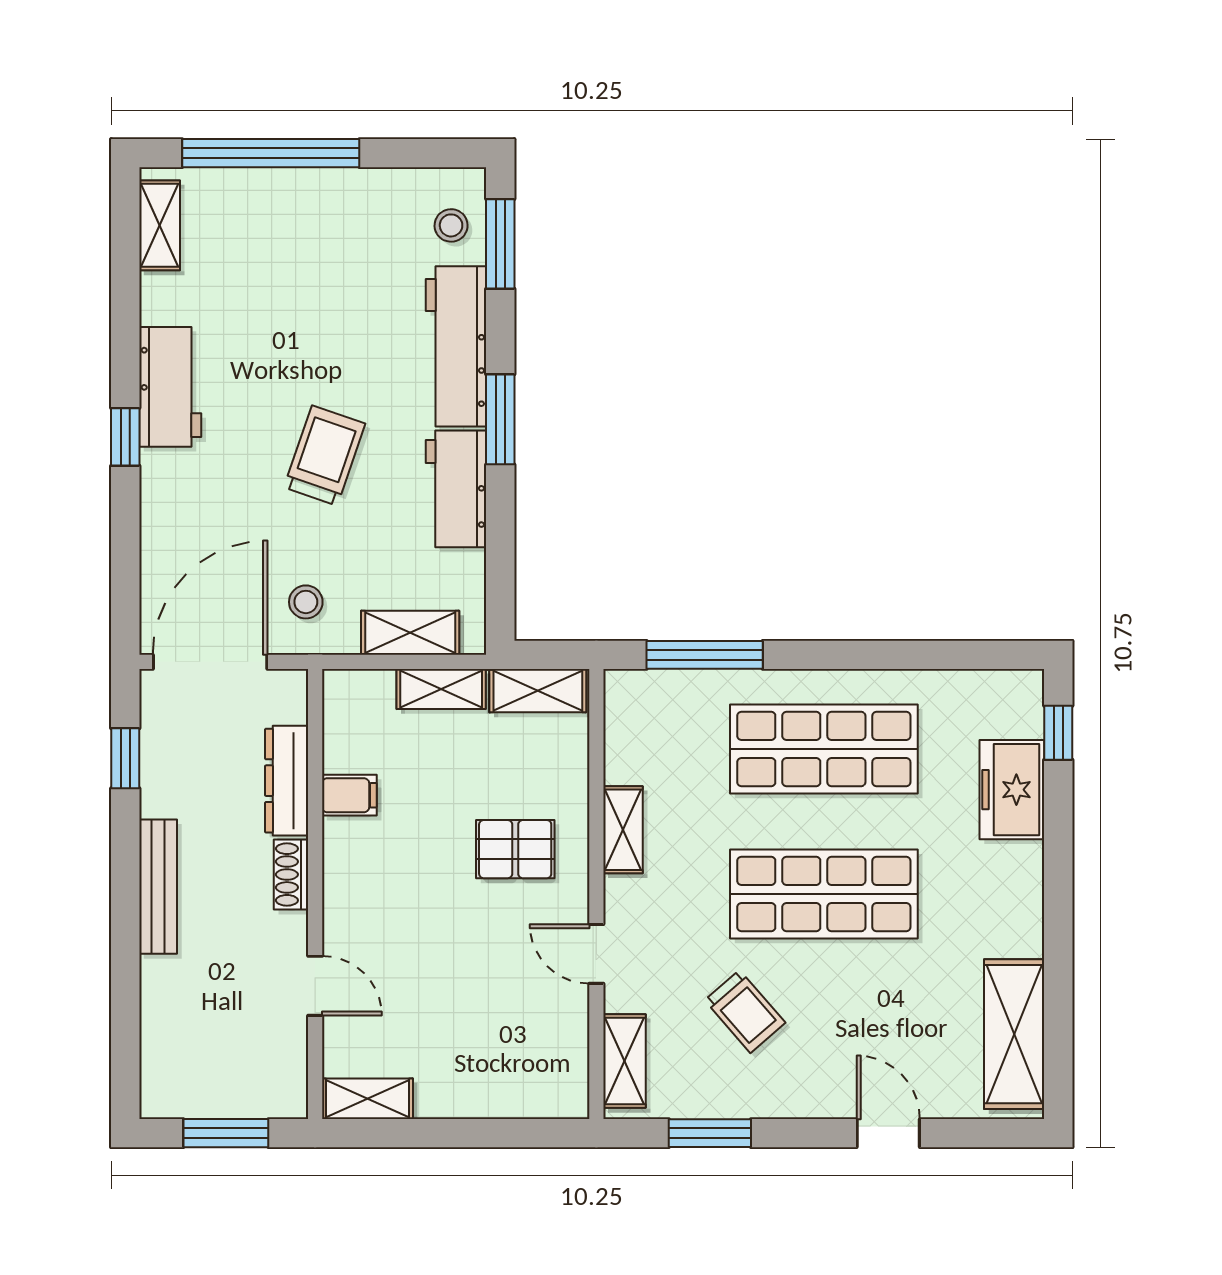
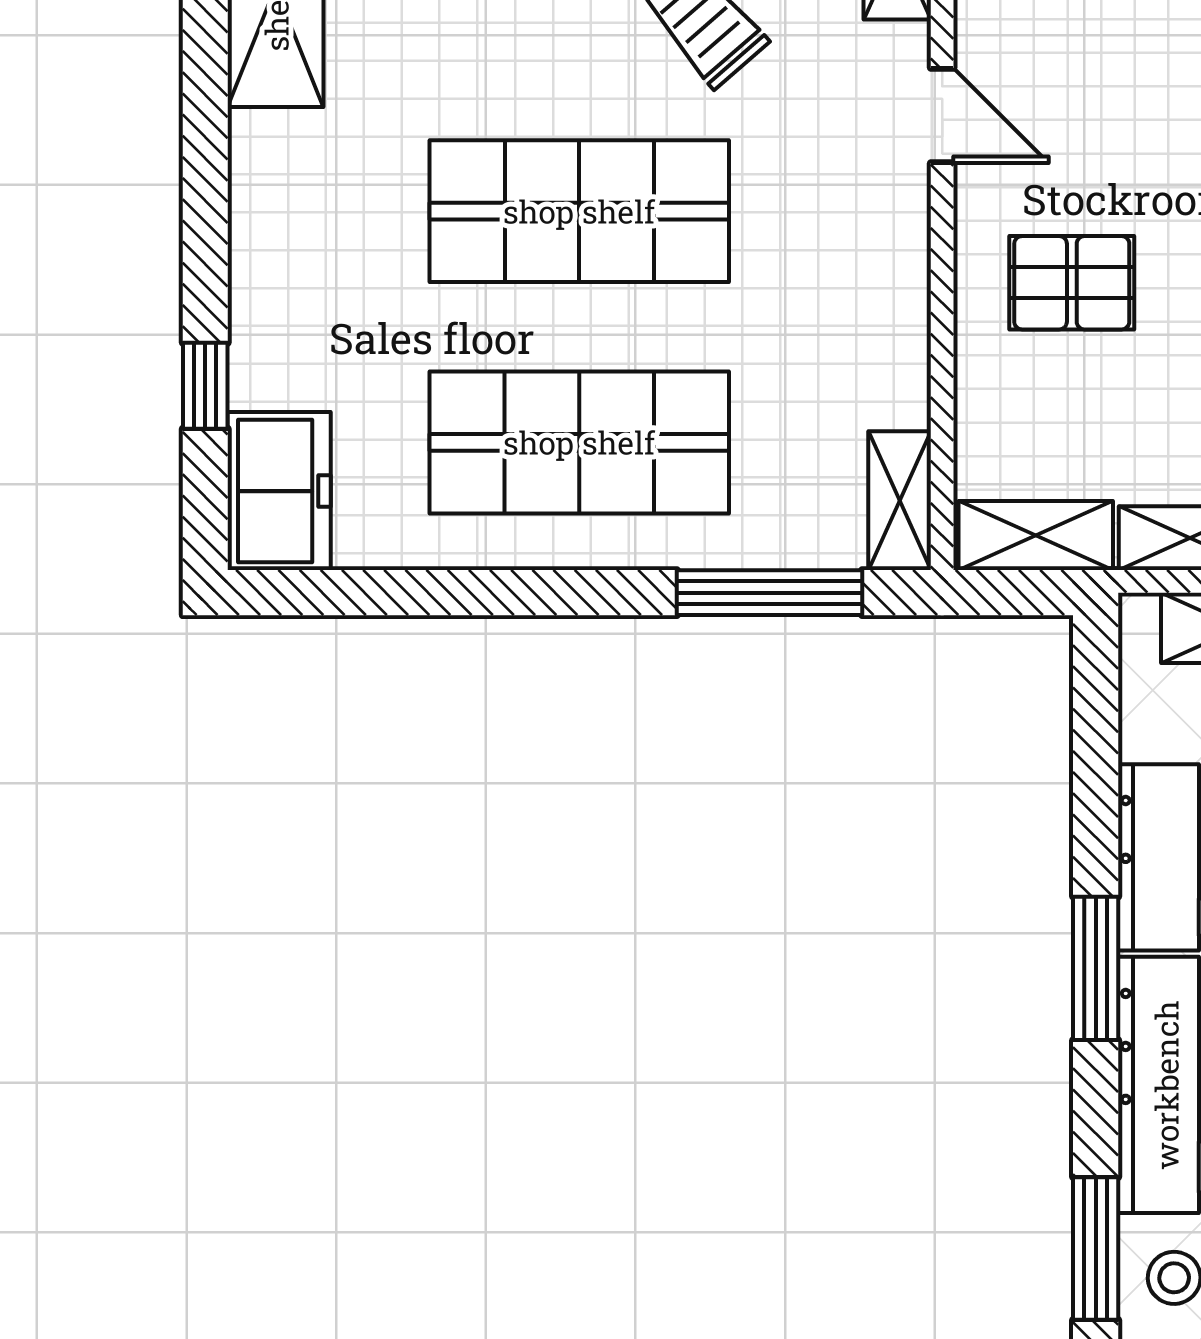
window: (1058, 733) -> (205, 386), moved
freezer: (1012, 790) -> (279, 491), moved
shelving: (623, 830) -> (900, 501), moved

